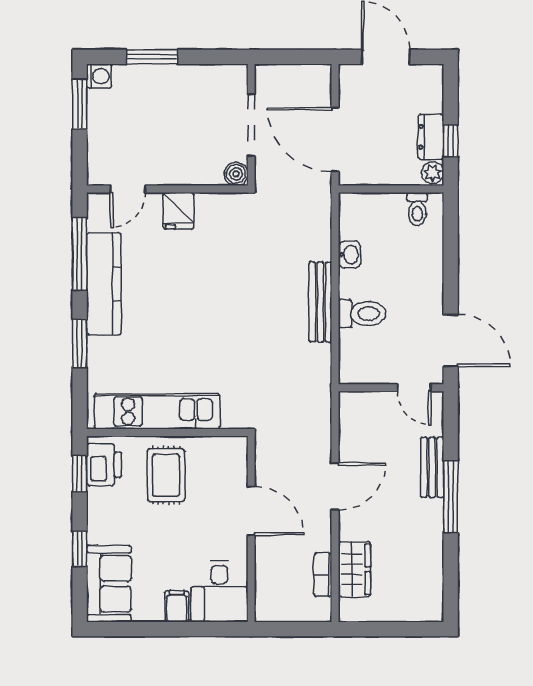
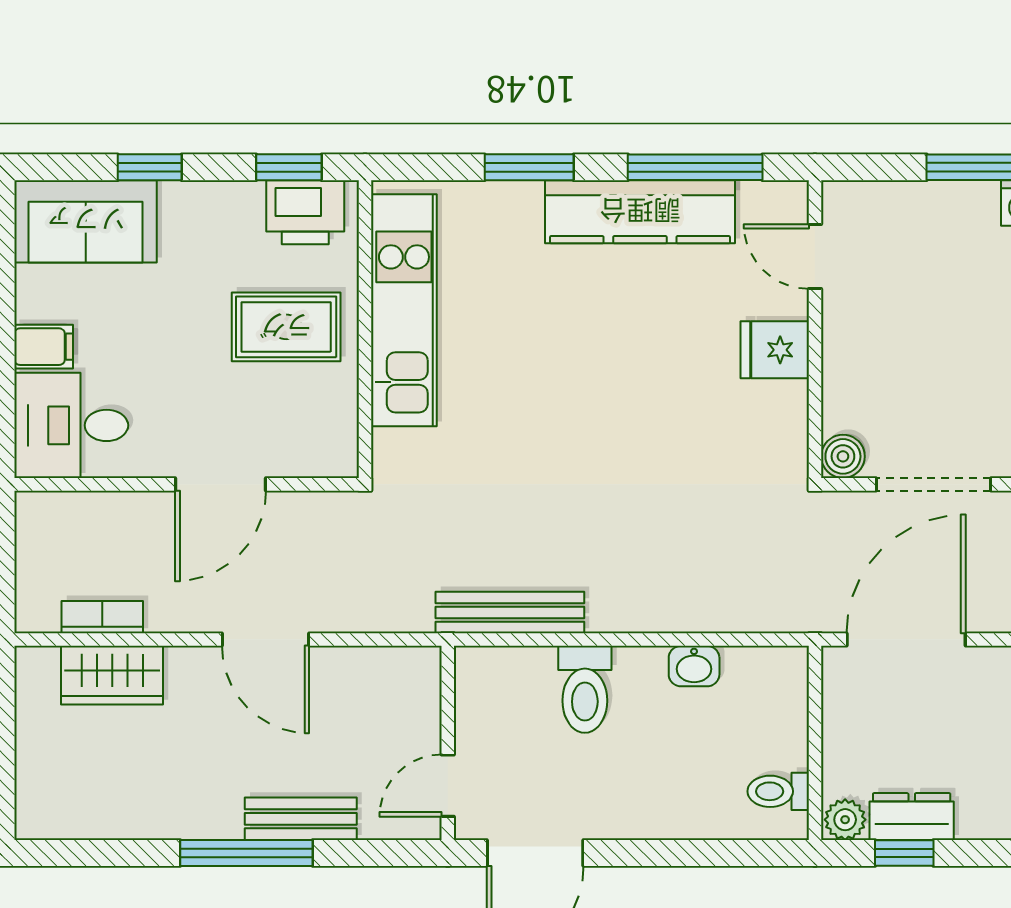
bench: (320, 302) -> (510, 612), moved

